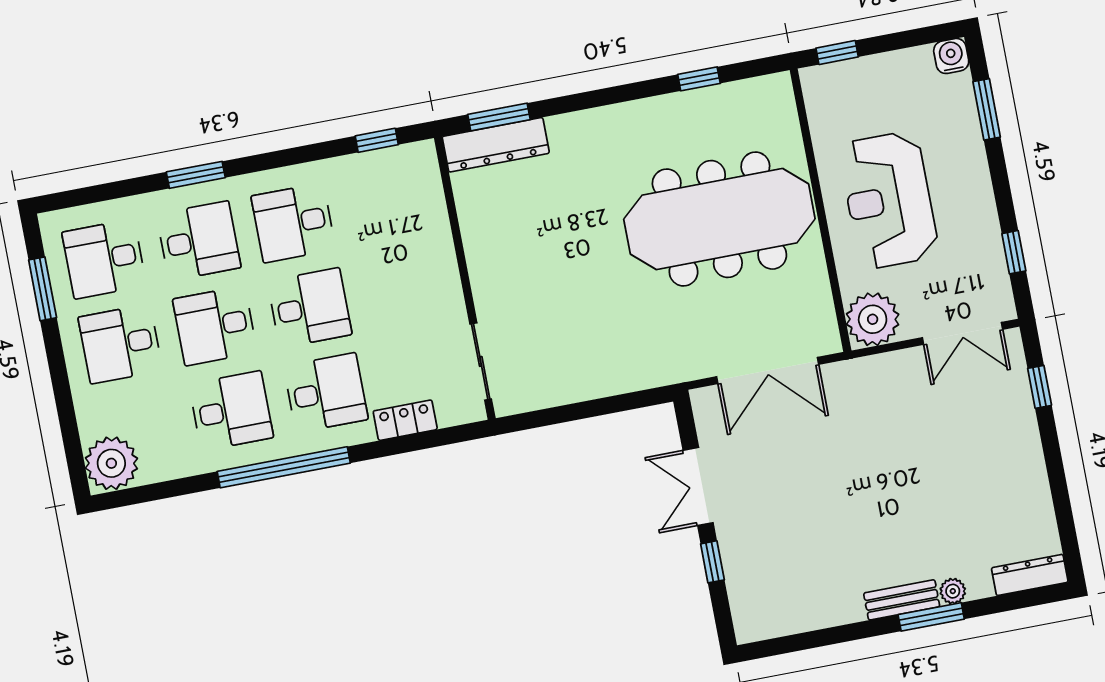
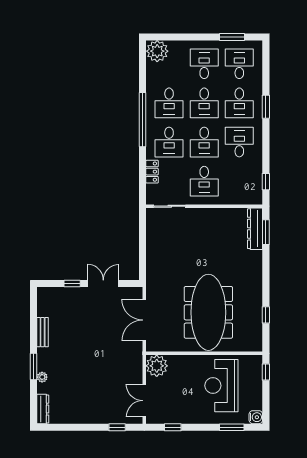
reception desk: (889, 200) -> (221, 386), moved, turned -90
desk: (404, 290) -> (204, 181), added
desk: (215, 326) -> (204, 103), turned 180
bench: (902, 600) -> (43, 332), moved

